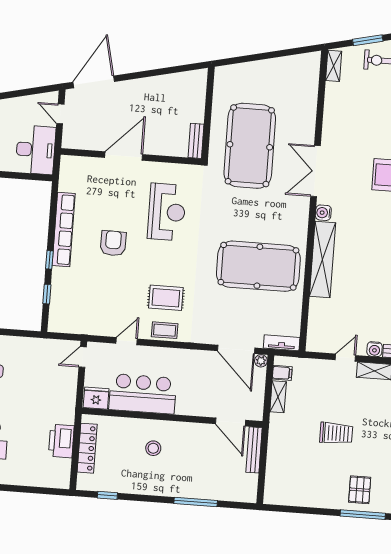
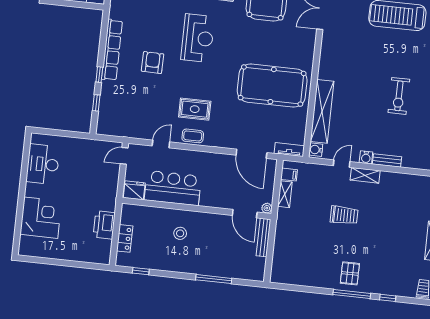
water cooler: (323, 213) -> (316, 150), moved
shelving: (322, 259) -> (322, 111), moved
plant: (261, 361) -> (267, 208), moved
trolley: (336, 433) -> (344, 215), moved
locker: (87, 448) -> (125, 238), width x0.66

